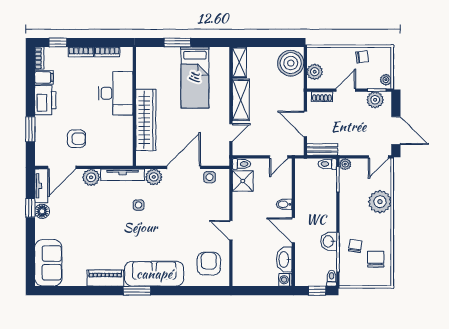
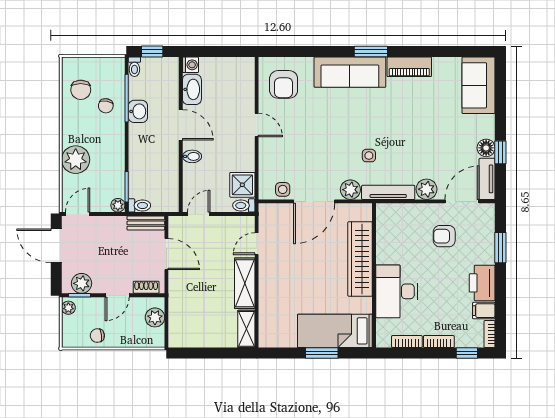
boiler: (291, 63) -> (184, 328), removed
bed: (195, 78) -> (335, 331), moved, turned -90

